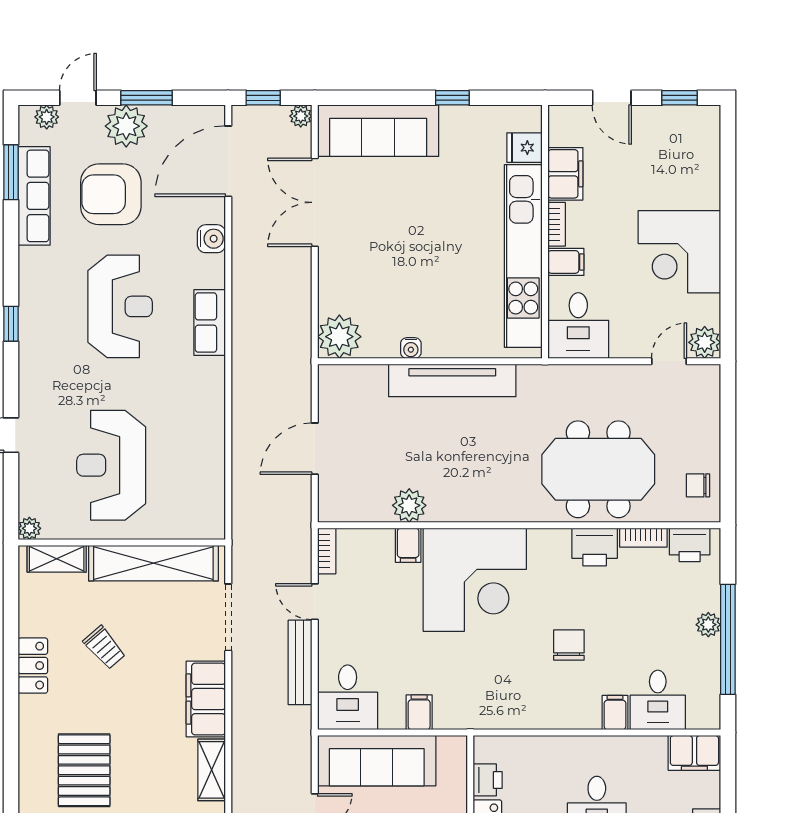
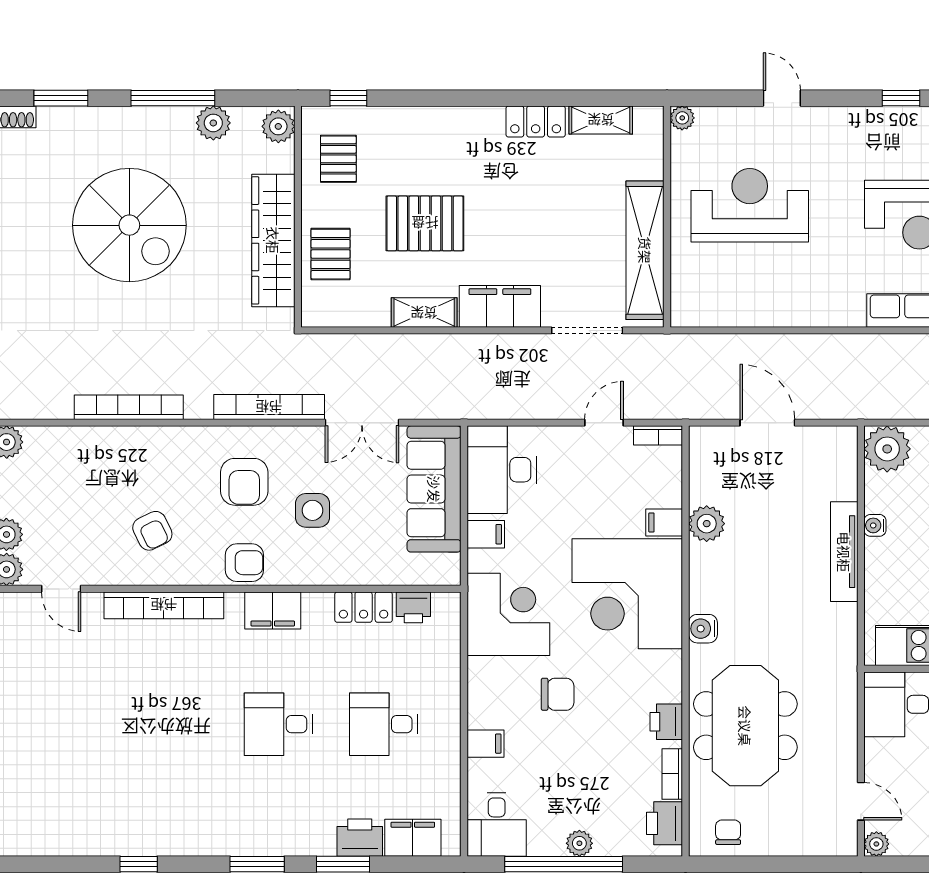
plant: (705, 342) -> (876, 844), width x0.73, depth x0.73
tv unit: (452, 380) -> (844, 552), width x0.73, depth x0.78
water cooler: (507, 509) -> (703, 629), added
printer: (595, 547) -> (666, 722), width x0.73, depth x0.81
shelving: (57, 559) -> (601, 120), moved, turned 90
trolley: (104, 648) -> (555, 198), removed
bench: (300, 662) -> (539, 407), removed
corner desk: (494, 691) -> (508, 614), added
desk: (348, 697) -> (502, 470), width x1.37
desk: (658, 700) -> (497, 825), moved, turned -90
filing cabinet: (694, 753) -> (413, 838), moved, turned 90
pallet: (84, 770) -> (425, 223), moved

